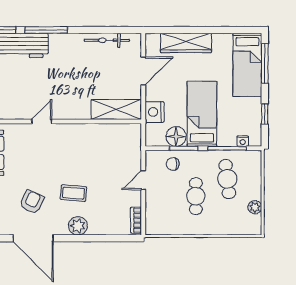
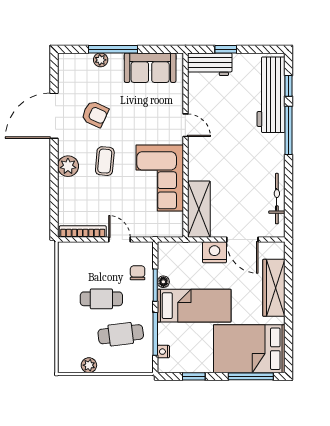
bed: (247, 65) -> (249, 349), width x1.50
nightstand: (155, 112) -> (214, 252), moved
floor lamp: (176, 136) -> (163, 282), width x0.53, depth x0.53
corner sofa: (89, 144) -> (160, 178), added
bookcase: (136, 220) -> (83, 231), width x1.56

